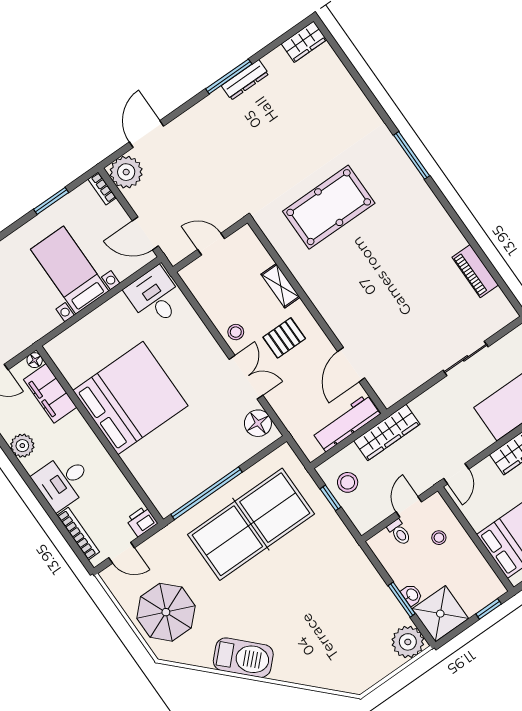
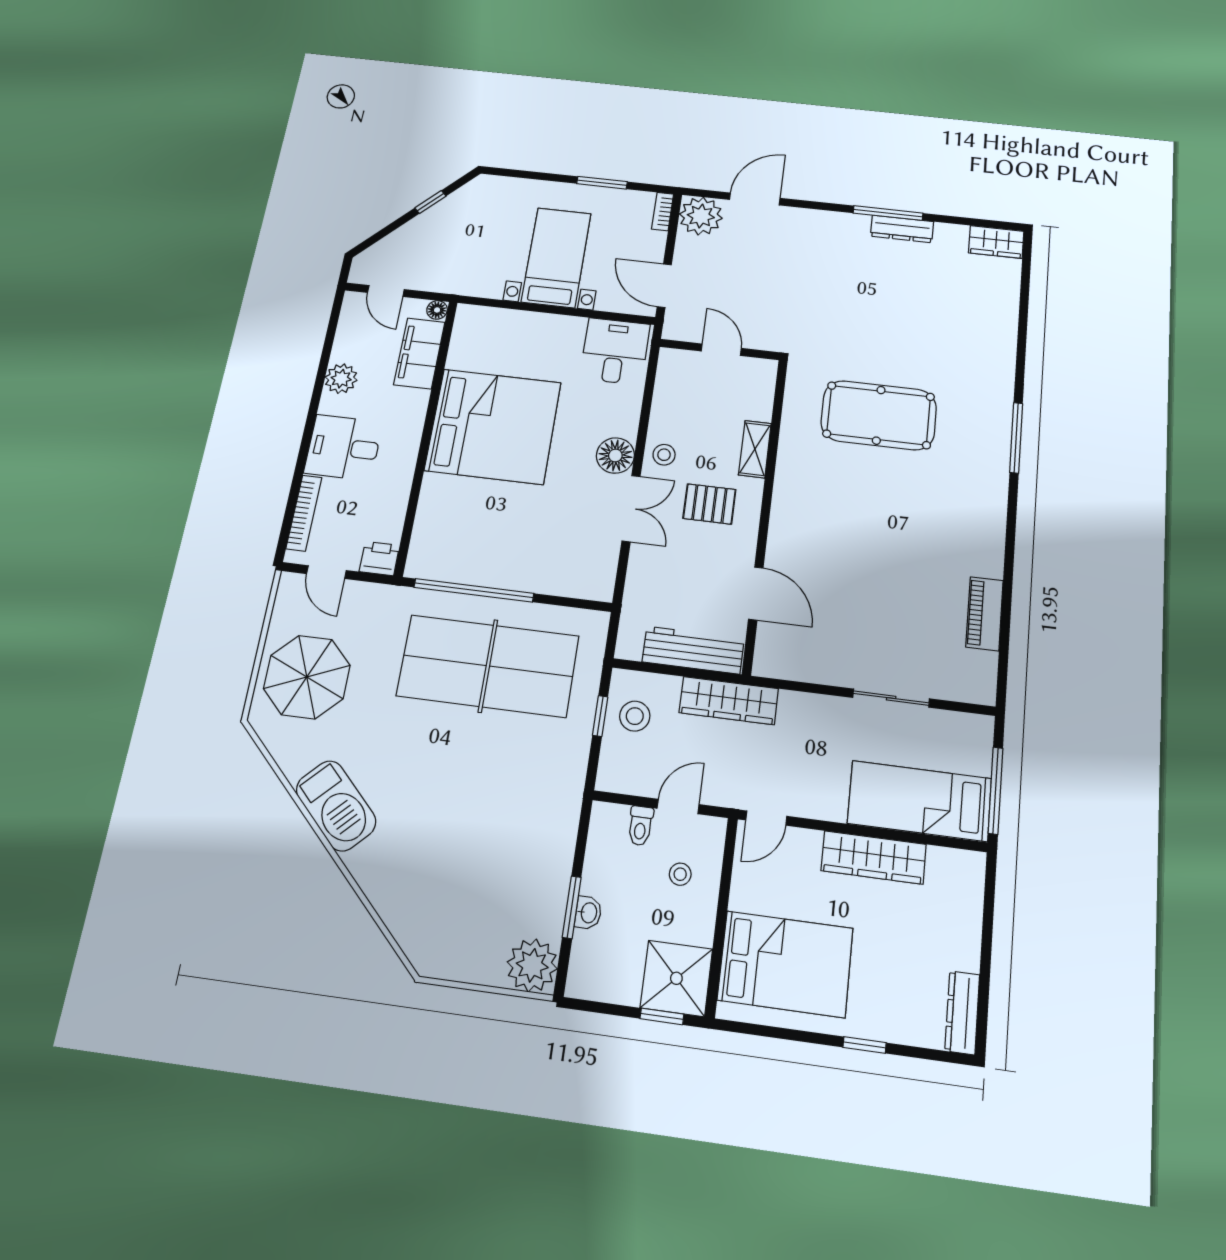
door: (351, 365) -> (756, 594), swing flipped
floor lamp: (258, 423) -> (615, 455), moved
shower: (440, 614) -> (676, 978), moved

